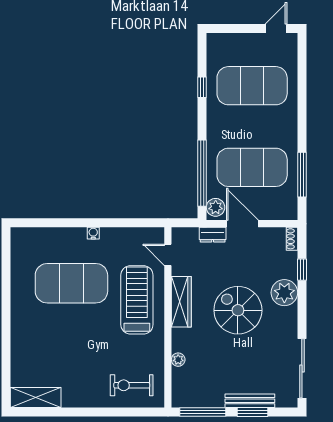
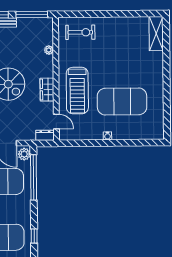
dresser: (213, 235) -> (45, 135), moved
wardrobe: (181, 302) -> (47, 90), width x0.67
shelving: (36, 398) -> (156, 34), moved, turned 90

